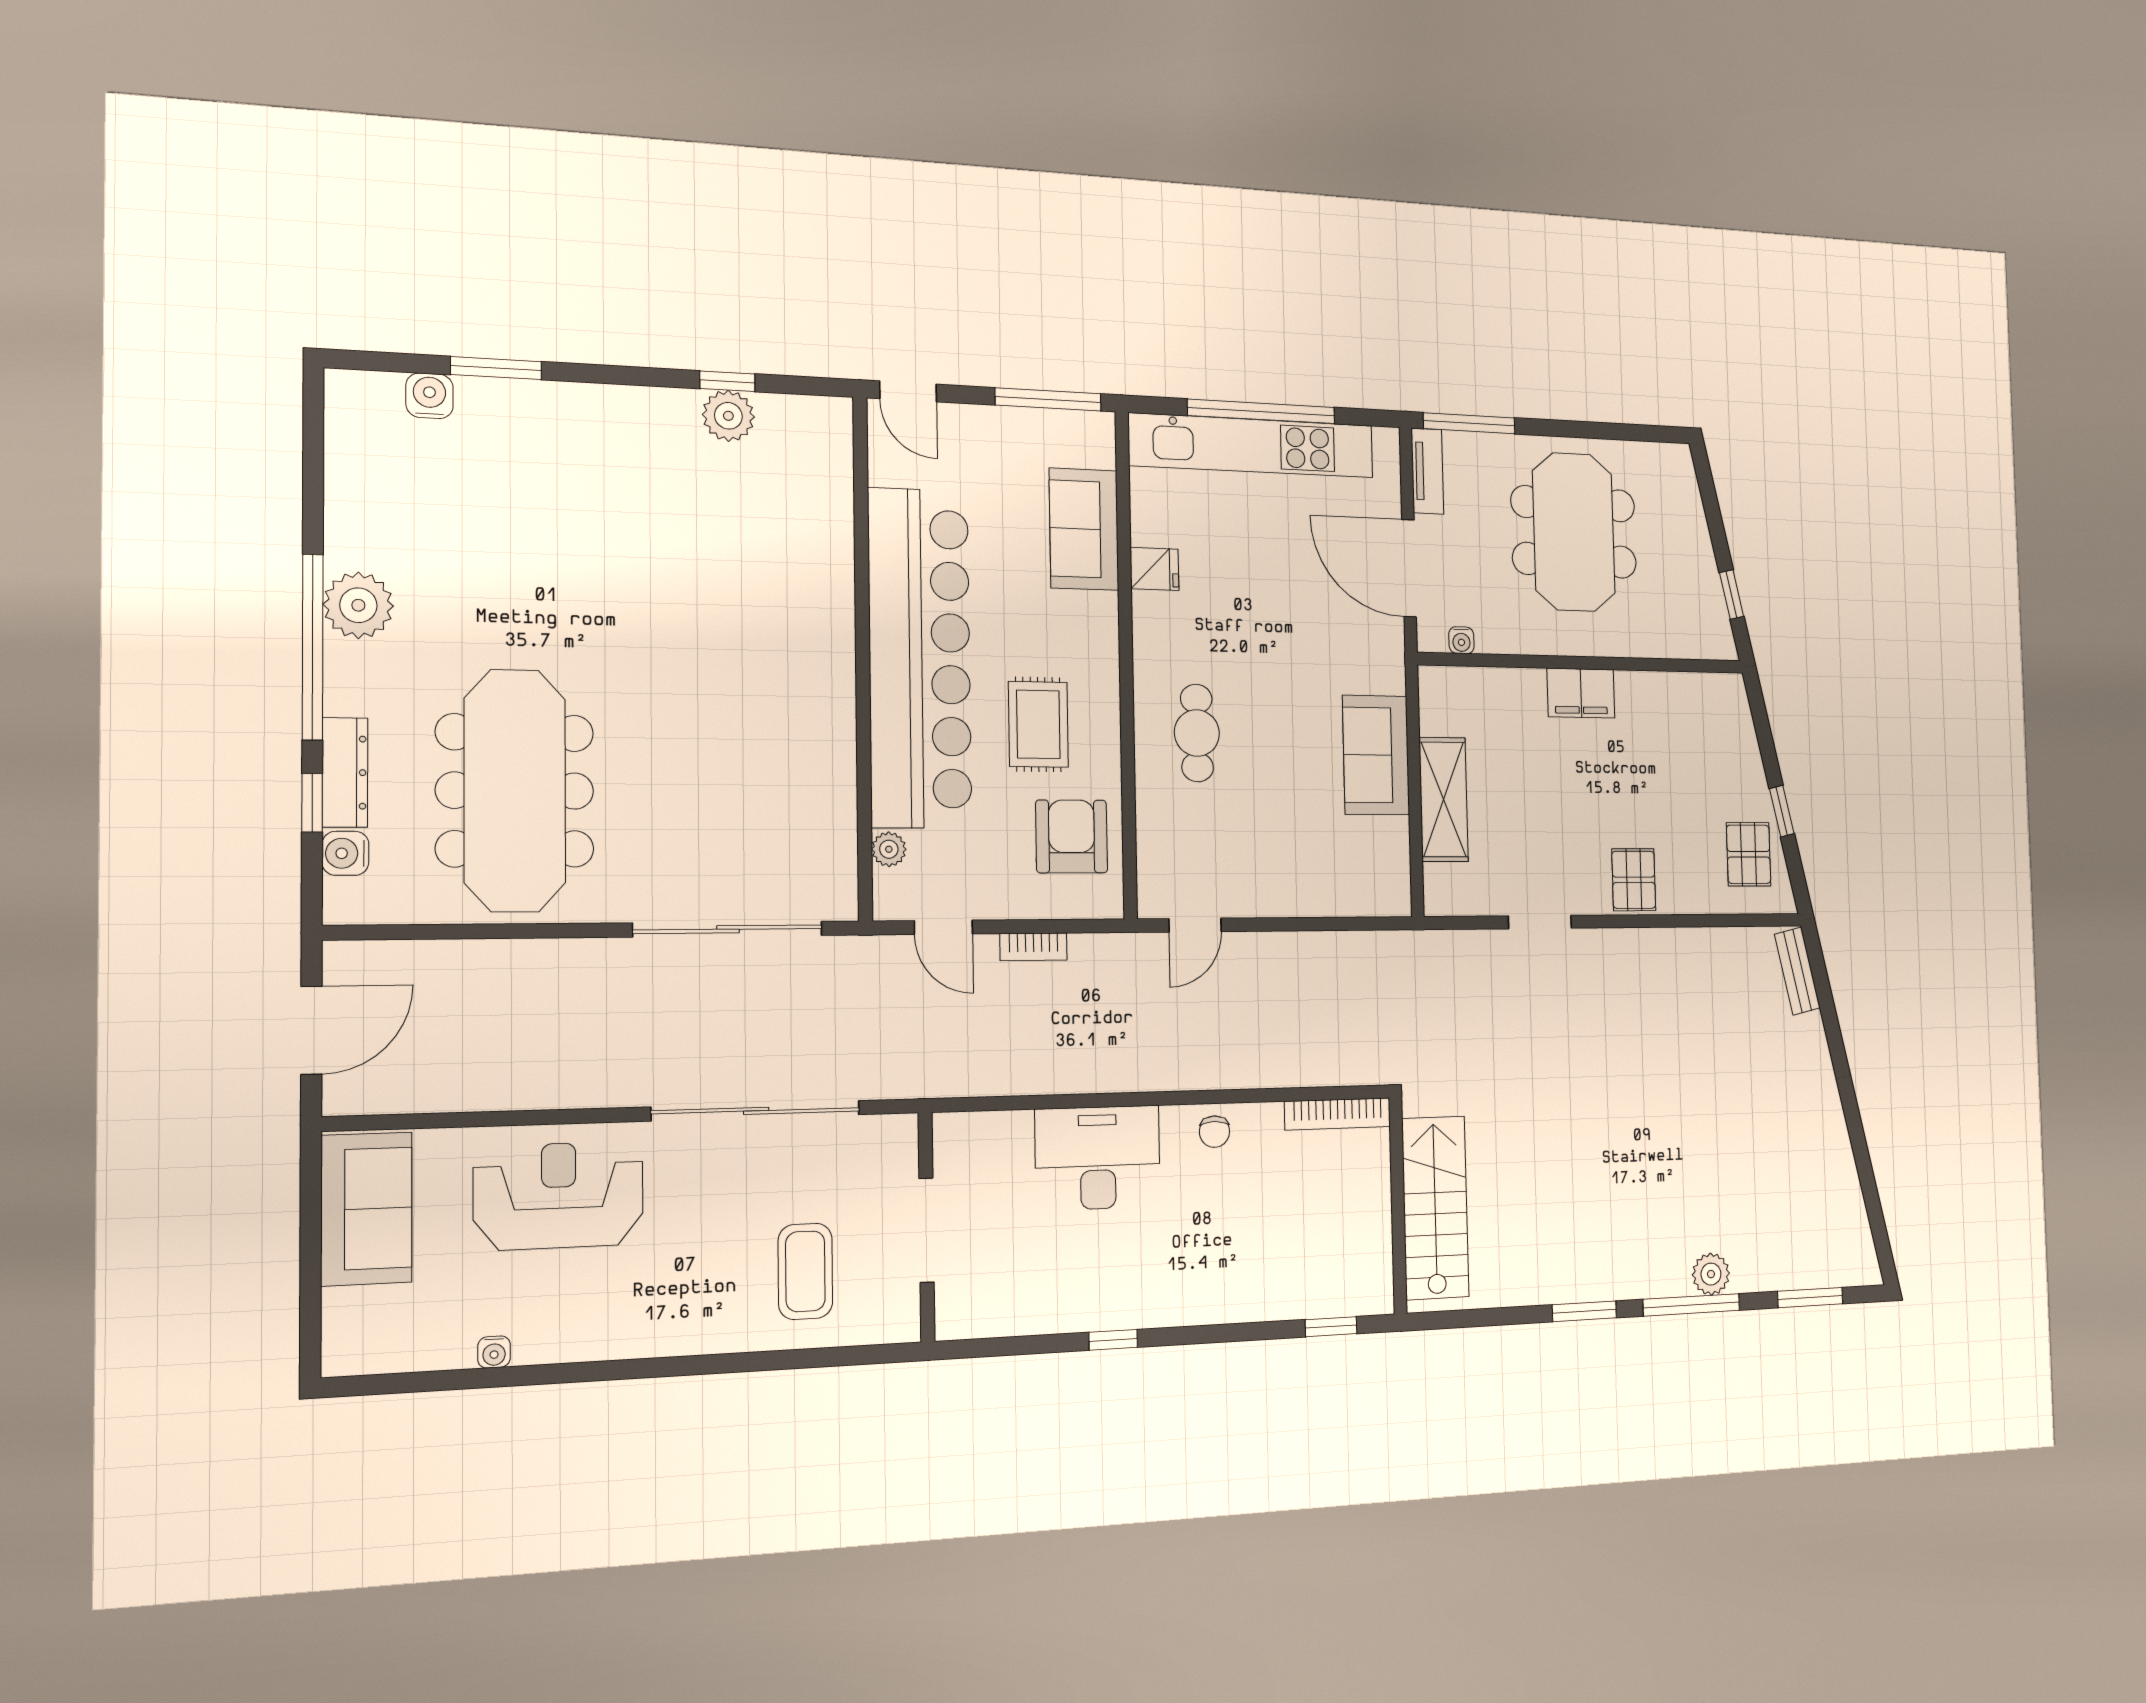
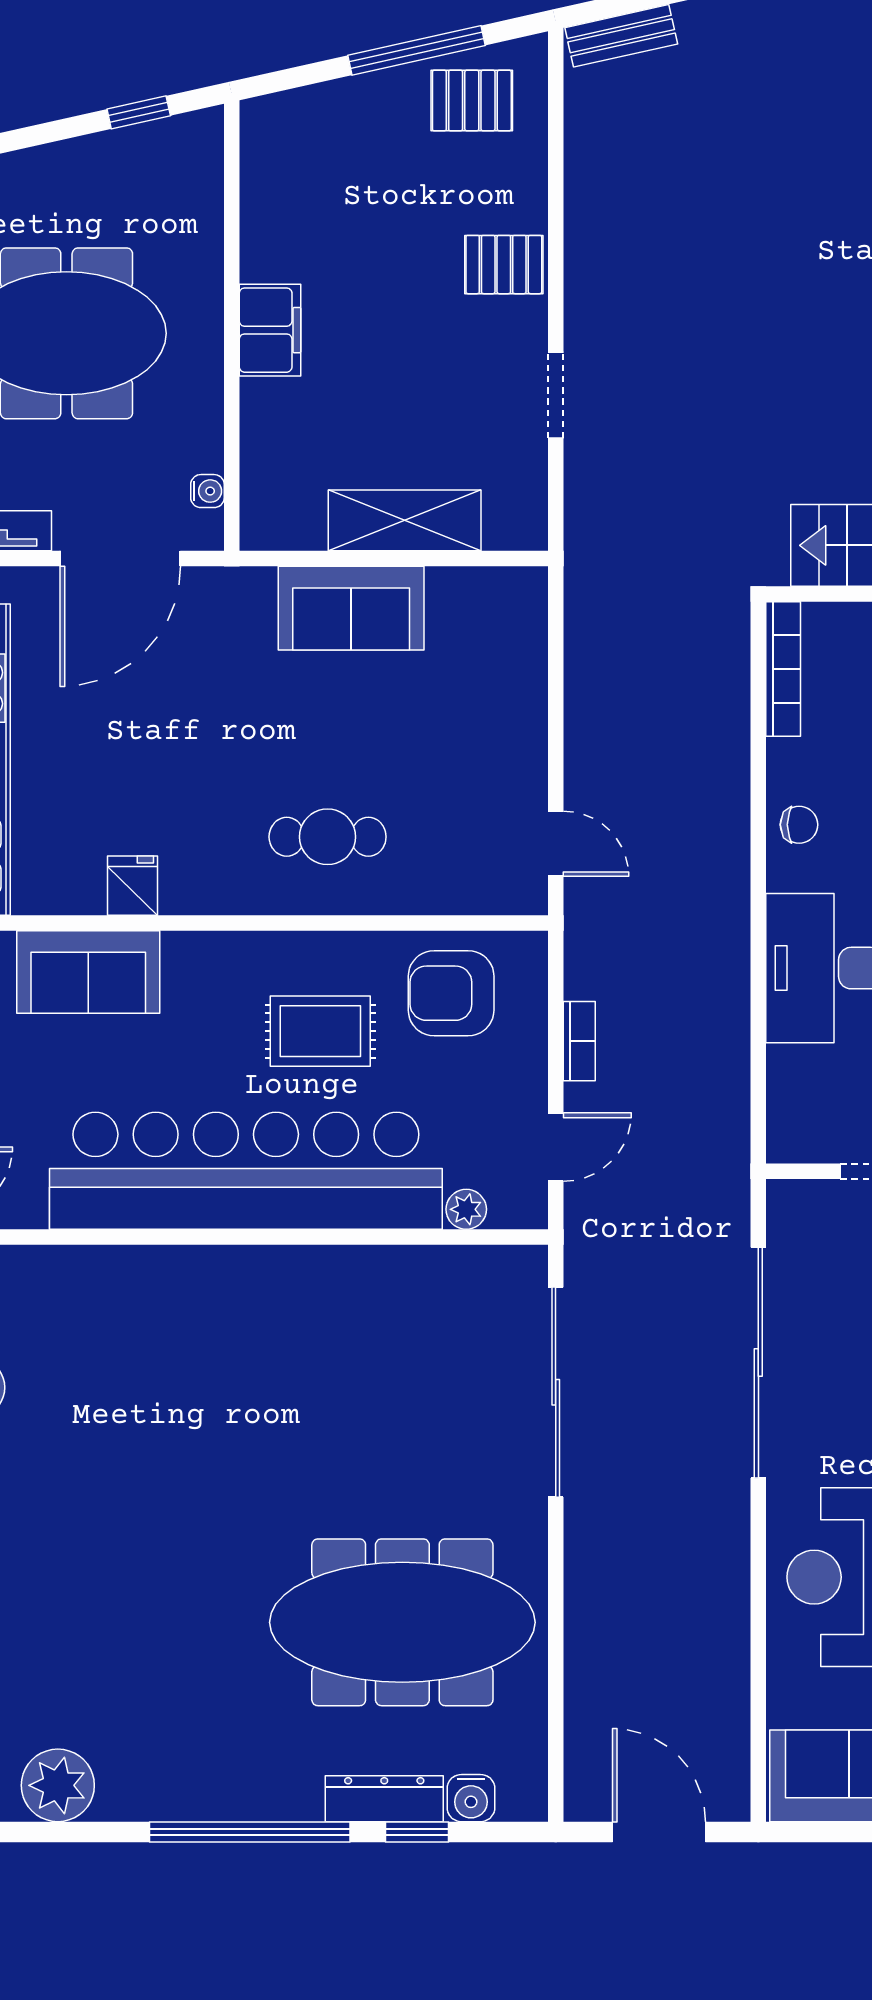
plant: (358, 605) -> (58, 1785), moved
window: (1782, 811) -> (416, 50), width x2.17

